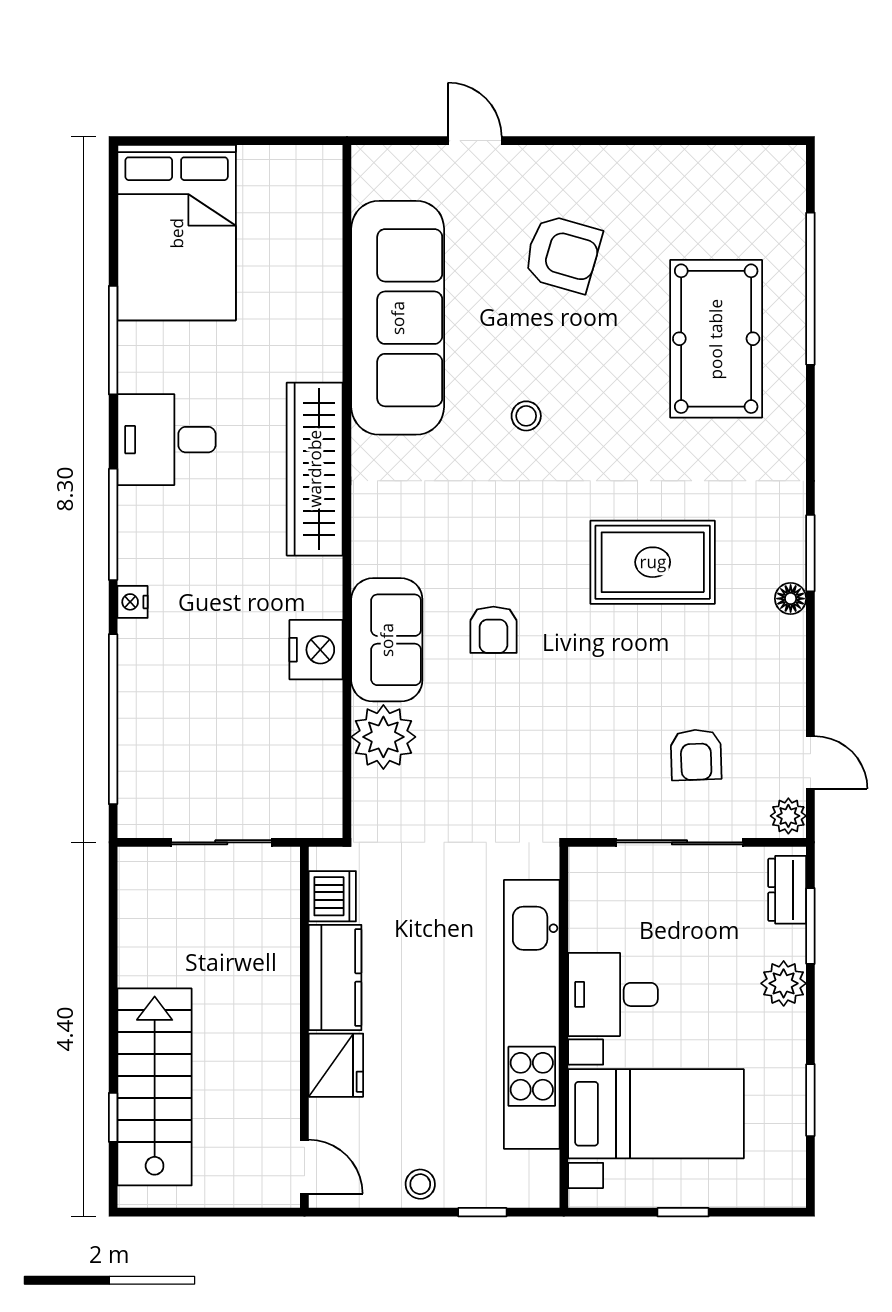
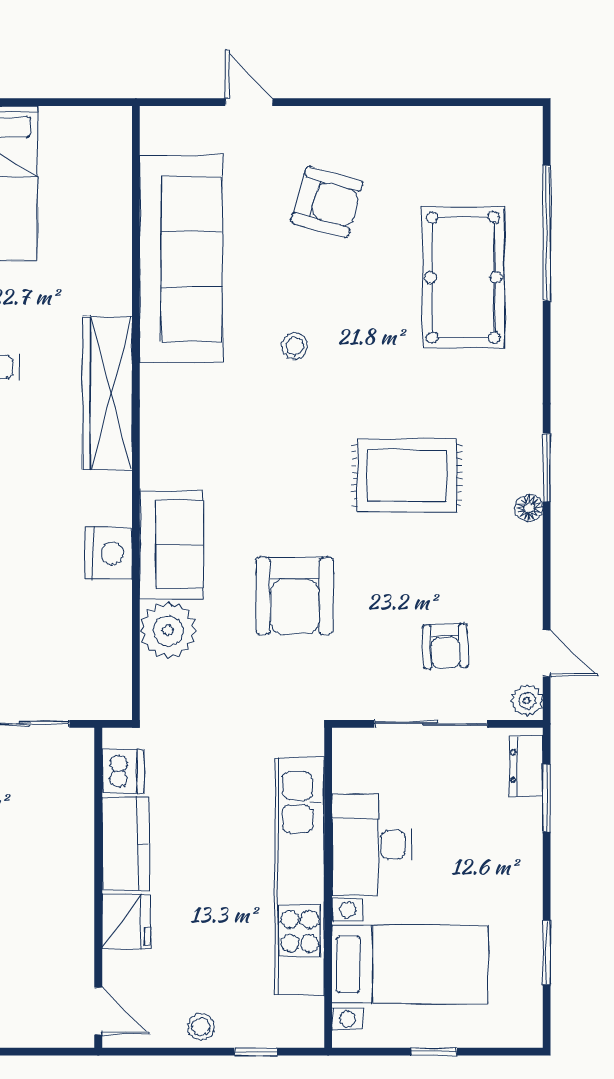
armchair: (493, 630) -> (295, 596), moved, width x1.88, depth x1.88
plant: (784, 983) -> (523, 849), removed
desk: (613, 994) -> (372, 845), width x1.37

